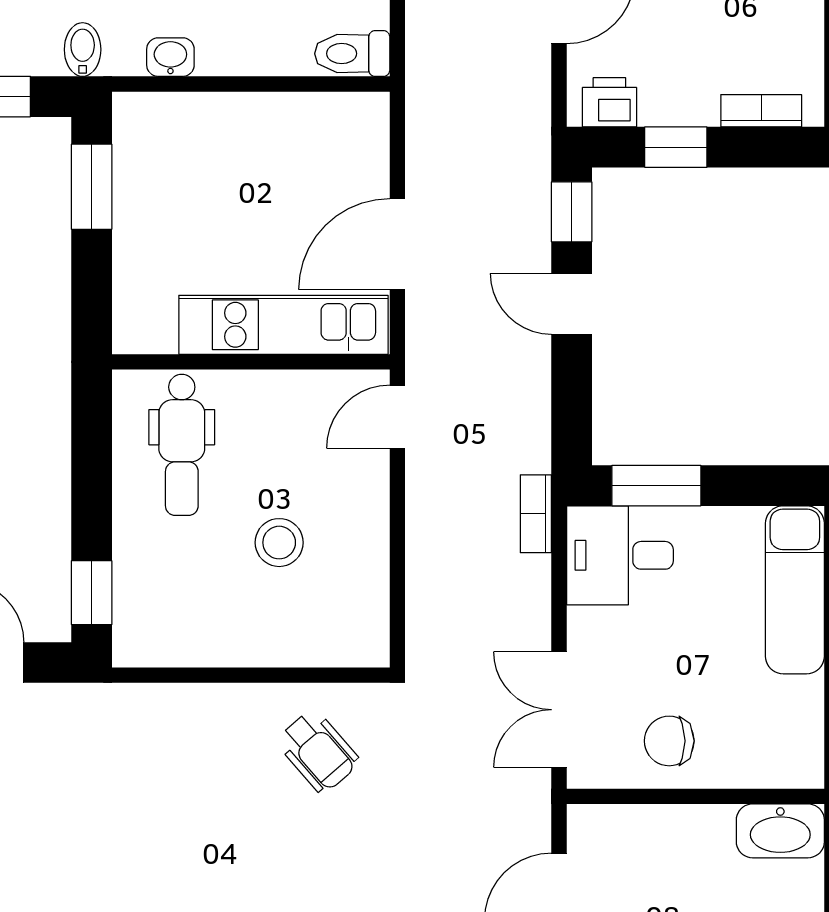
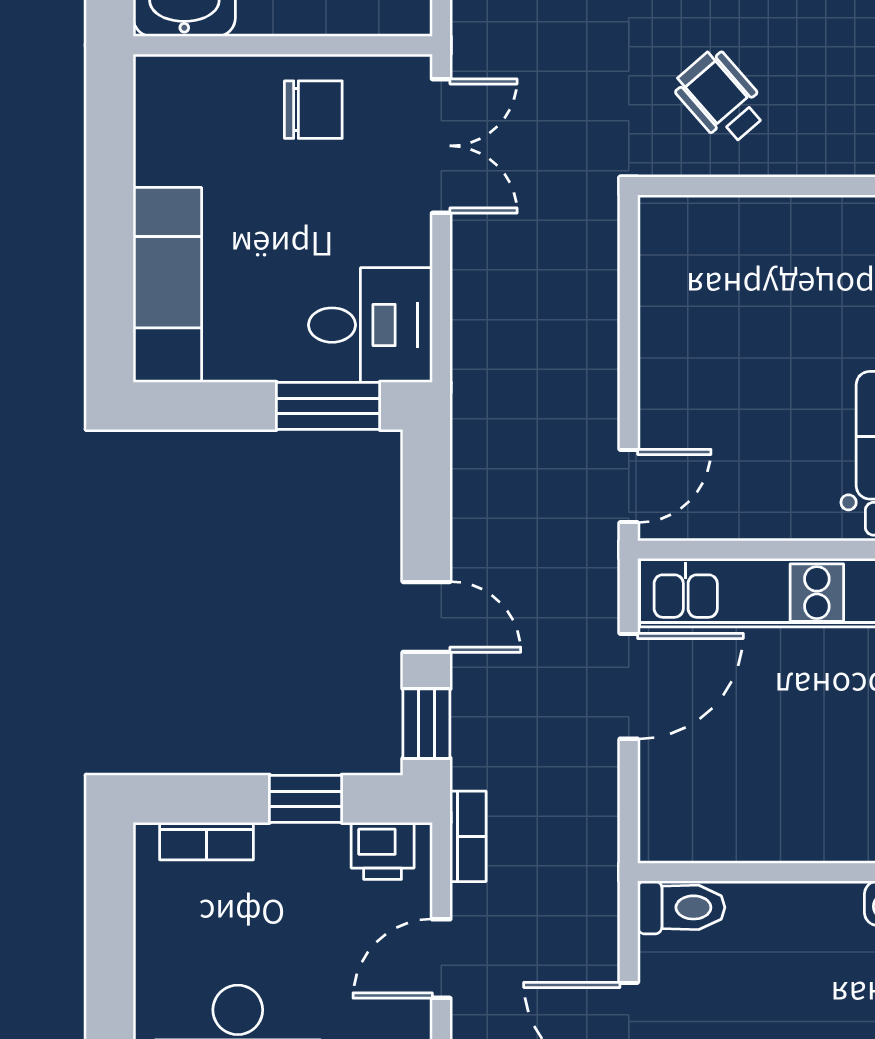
bookcase: (536, 514) -> (468, 836), moved
stool: (279, 543) -> (766, 340), removed

